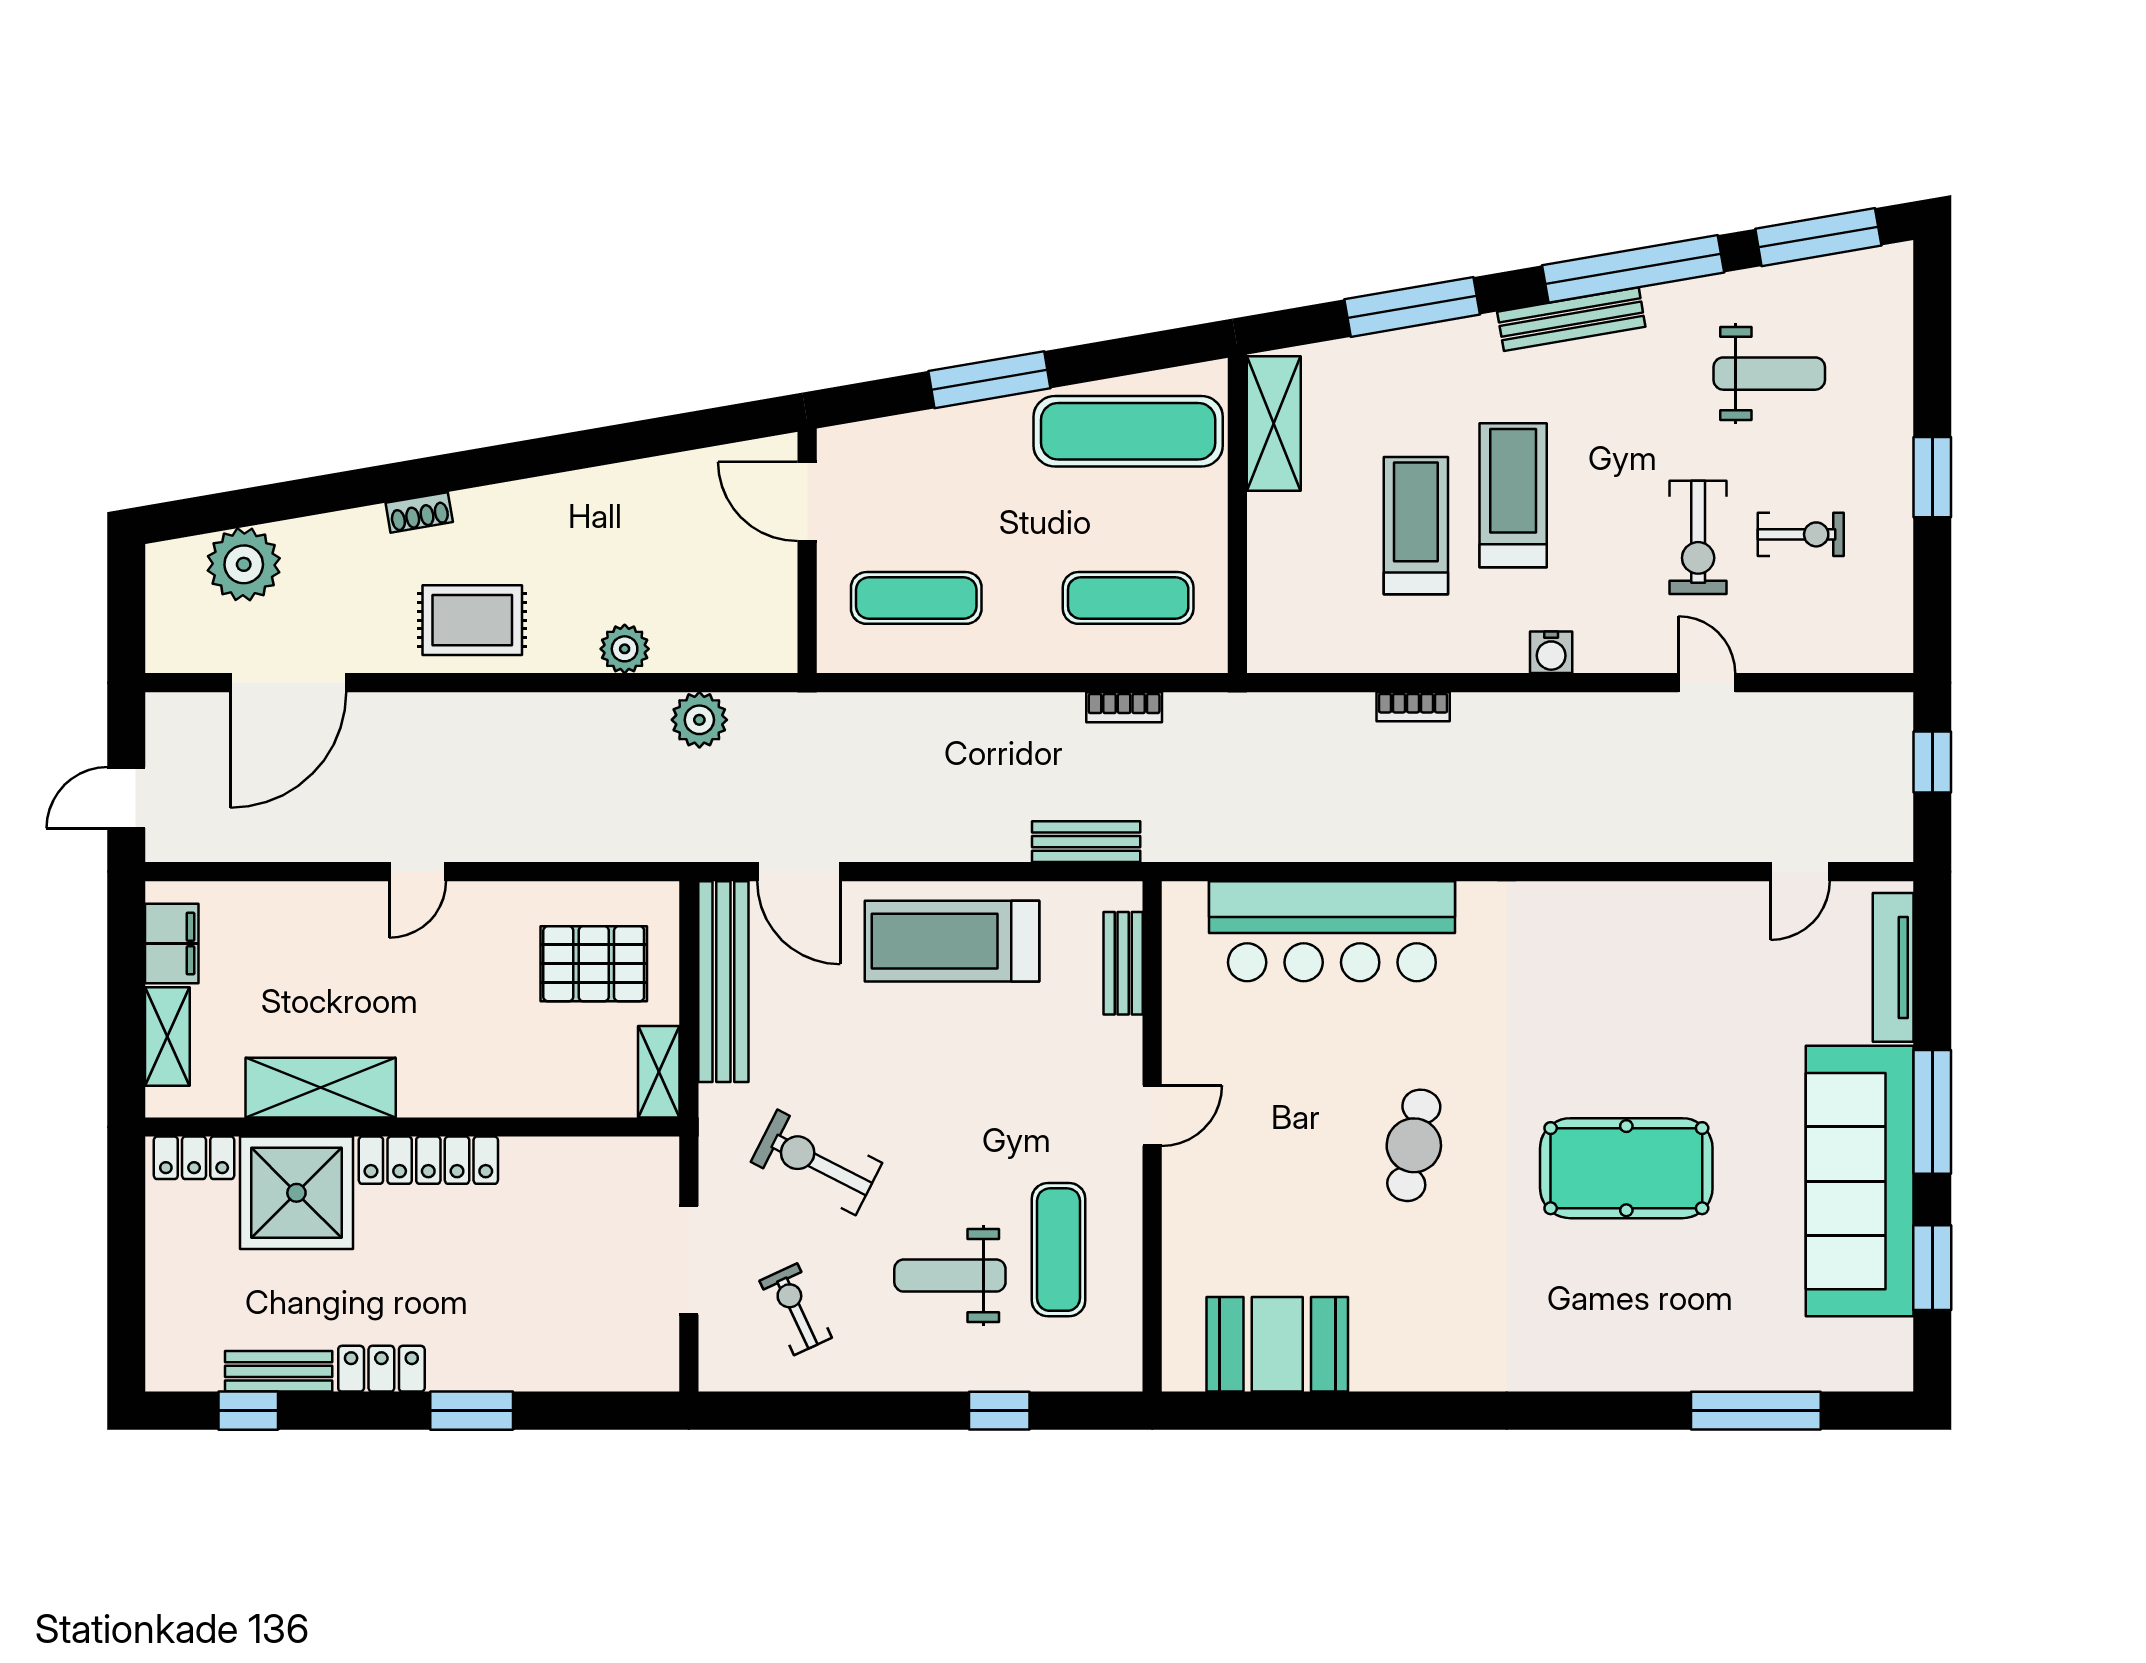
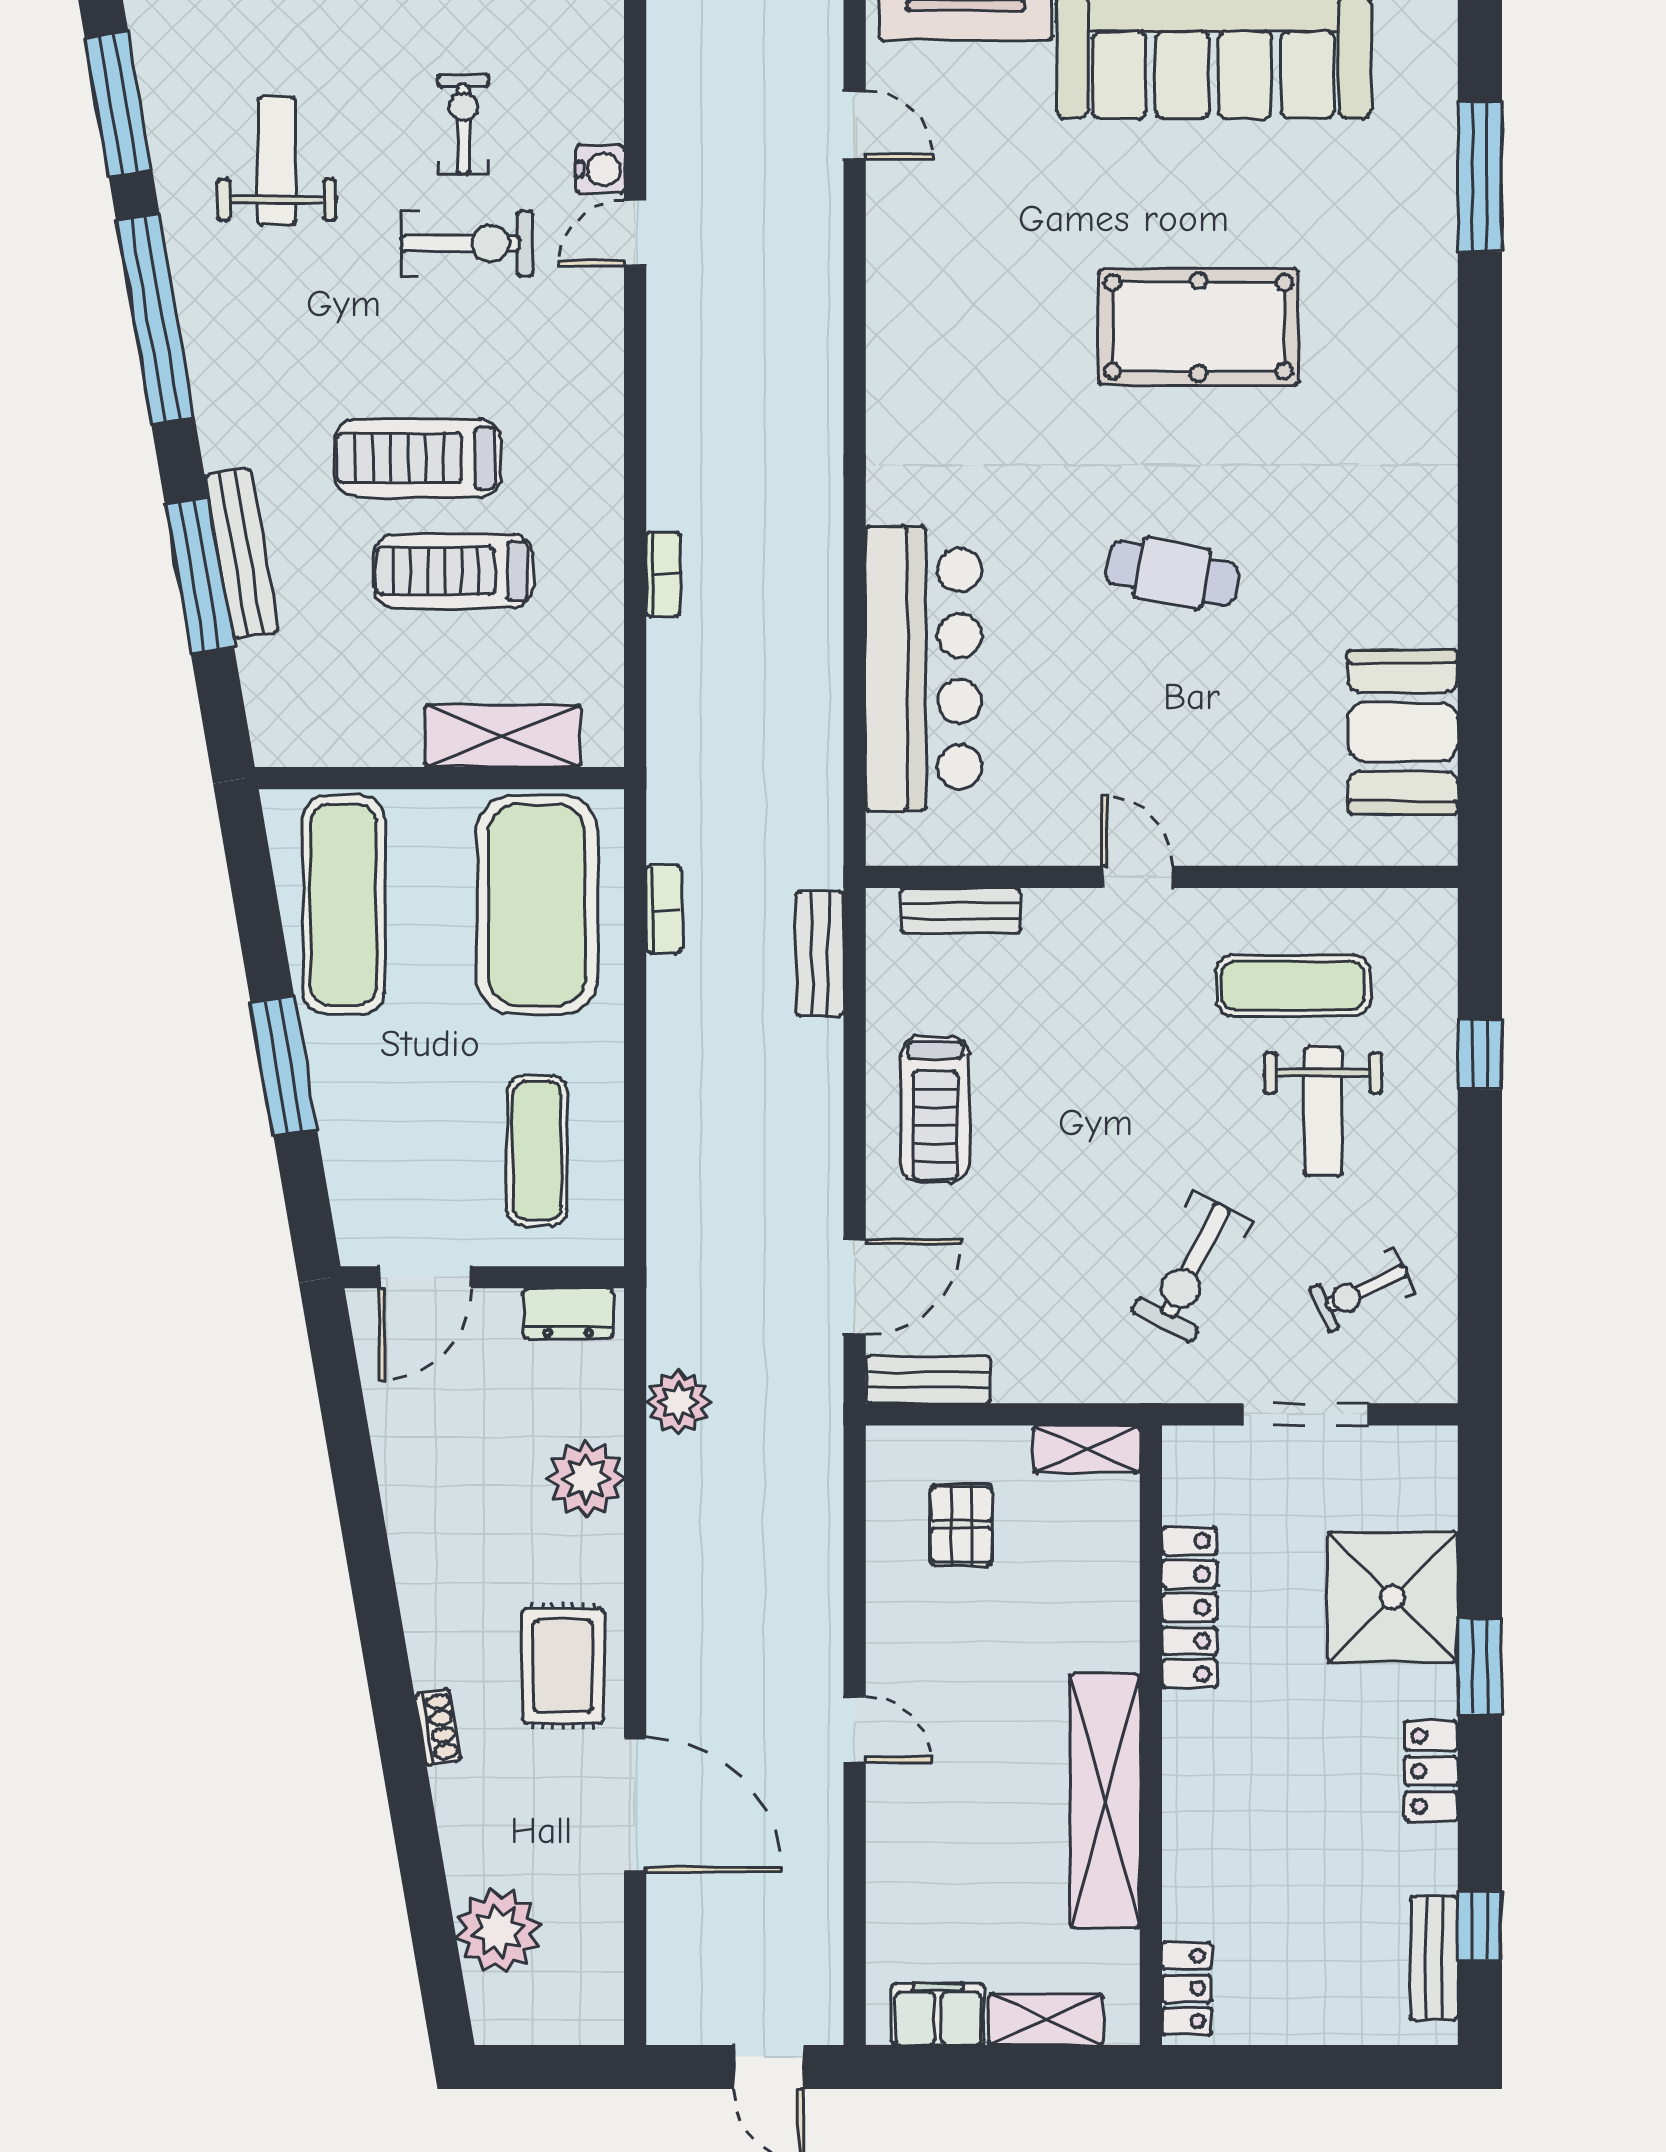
bench: (1571, 319) -> (242, 554), moved
shelving: (1274, 423) -> (503, 736), moved
exercise mat: (1128, 598) -> (537, 905), width x2.00, depth x1.45
dresser: (776, 625) -> (568, 1313), added
plant: (625, 649) -> (586, 1479), width x1.36, depth x1.36
water cooler: (1551, 652) -> (600, 169), moved
door: (288, 683) -> (635, 1805), moved
treadmill: (952, 941) -> (935, 1109), width x0.73, depth x0.73
pallet: (594, 964) -> (961, 1525), width x0.67, depth x0.71
bench: (723, 982) -> (928, 1380), width x0.54, depth x0.82
shelving: (321, 1088) -> (1105, 1801), width x1.47
locker: (428, 1160) -> (1189, 1607), moved
pool table: (1626, 1168) -> (1199, 327), turned 90
shower: (296, 1193) -> (1393, 1597), moved
bench: (279, 1371) -> (1434, 1958), moved

